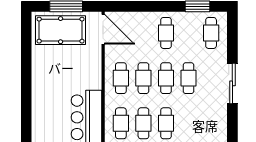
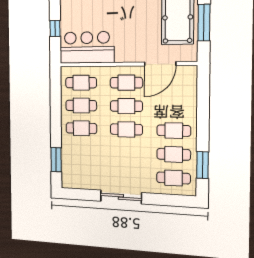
door: (103, 29) -> (160, 64), moved
cafe table: (189, 78) -> (174, 154), moved

